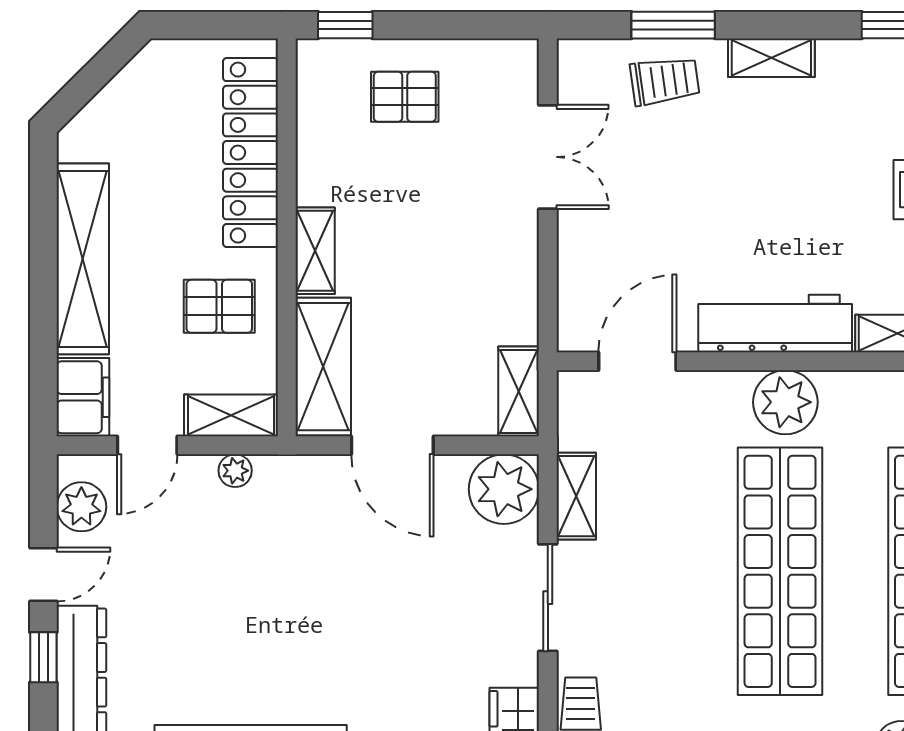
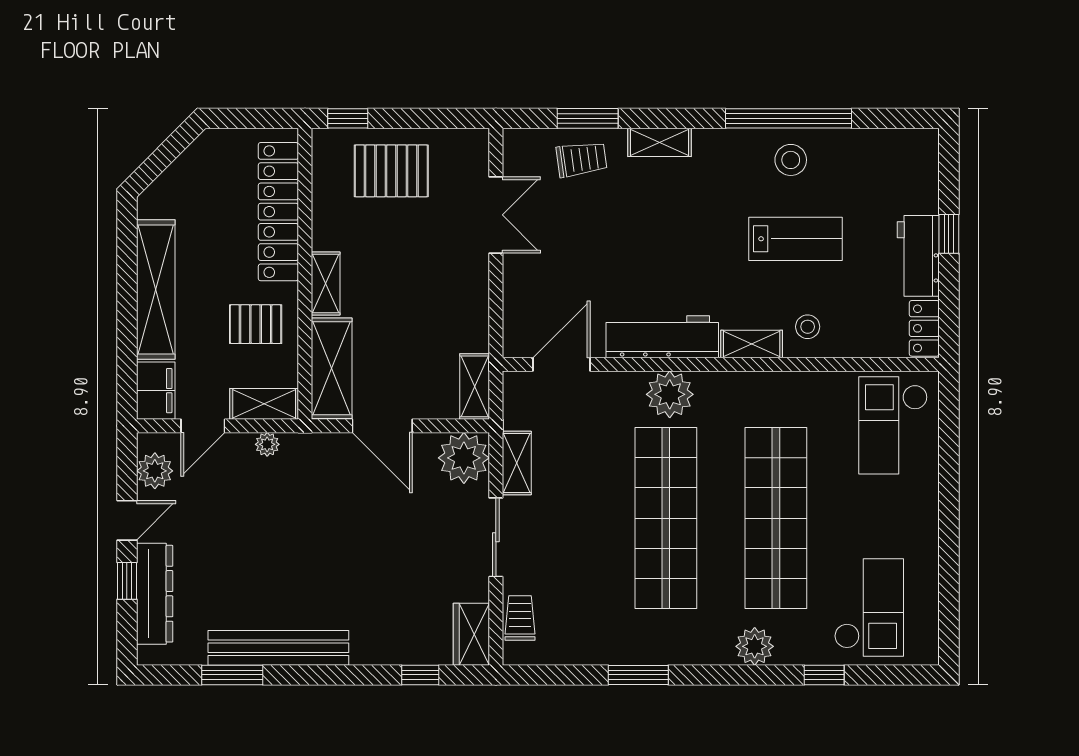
pallet: (405, 97) -> (391, 171), width x1.50, depth x1.42

